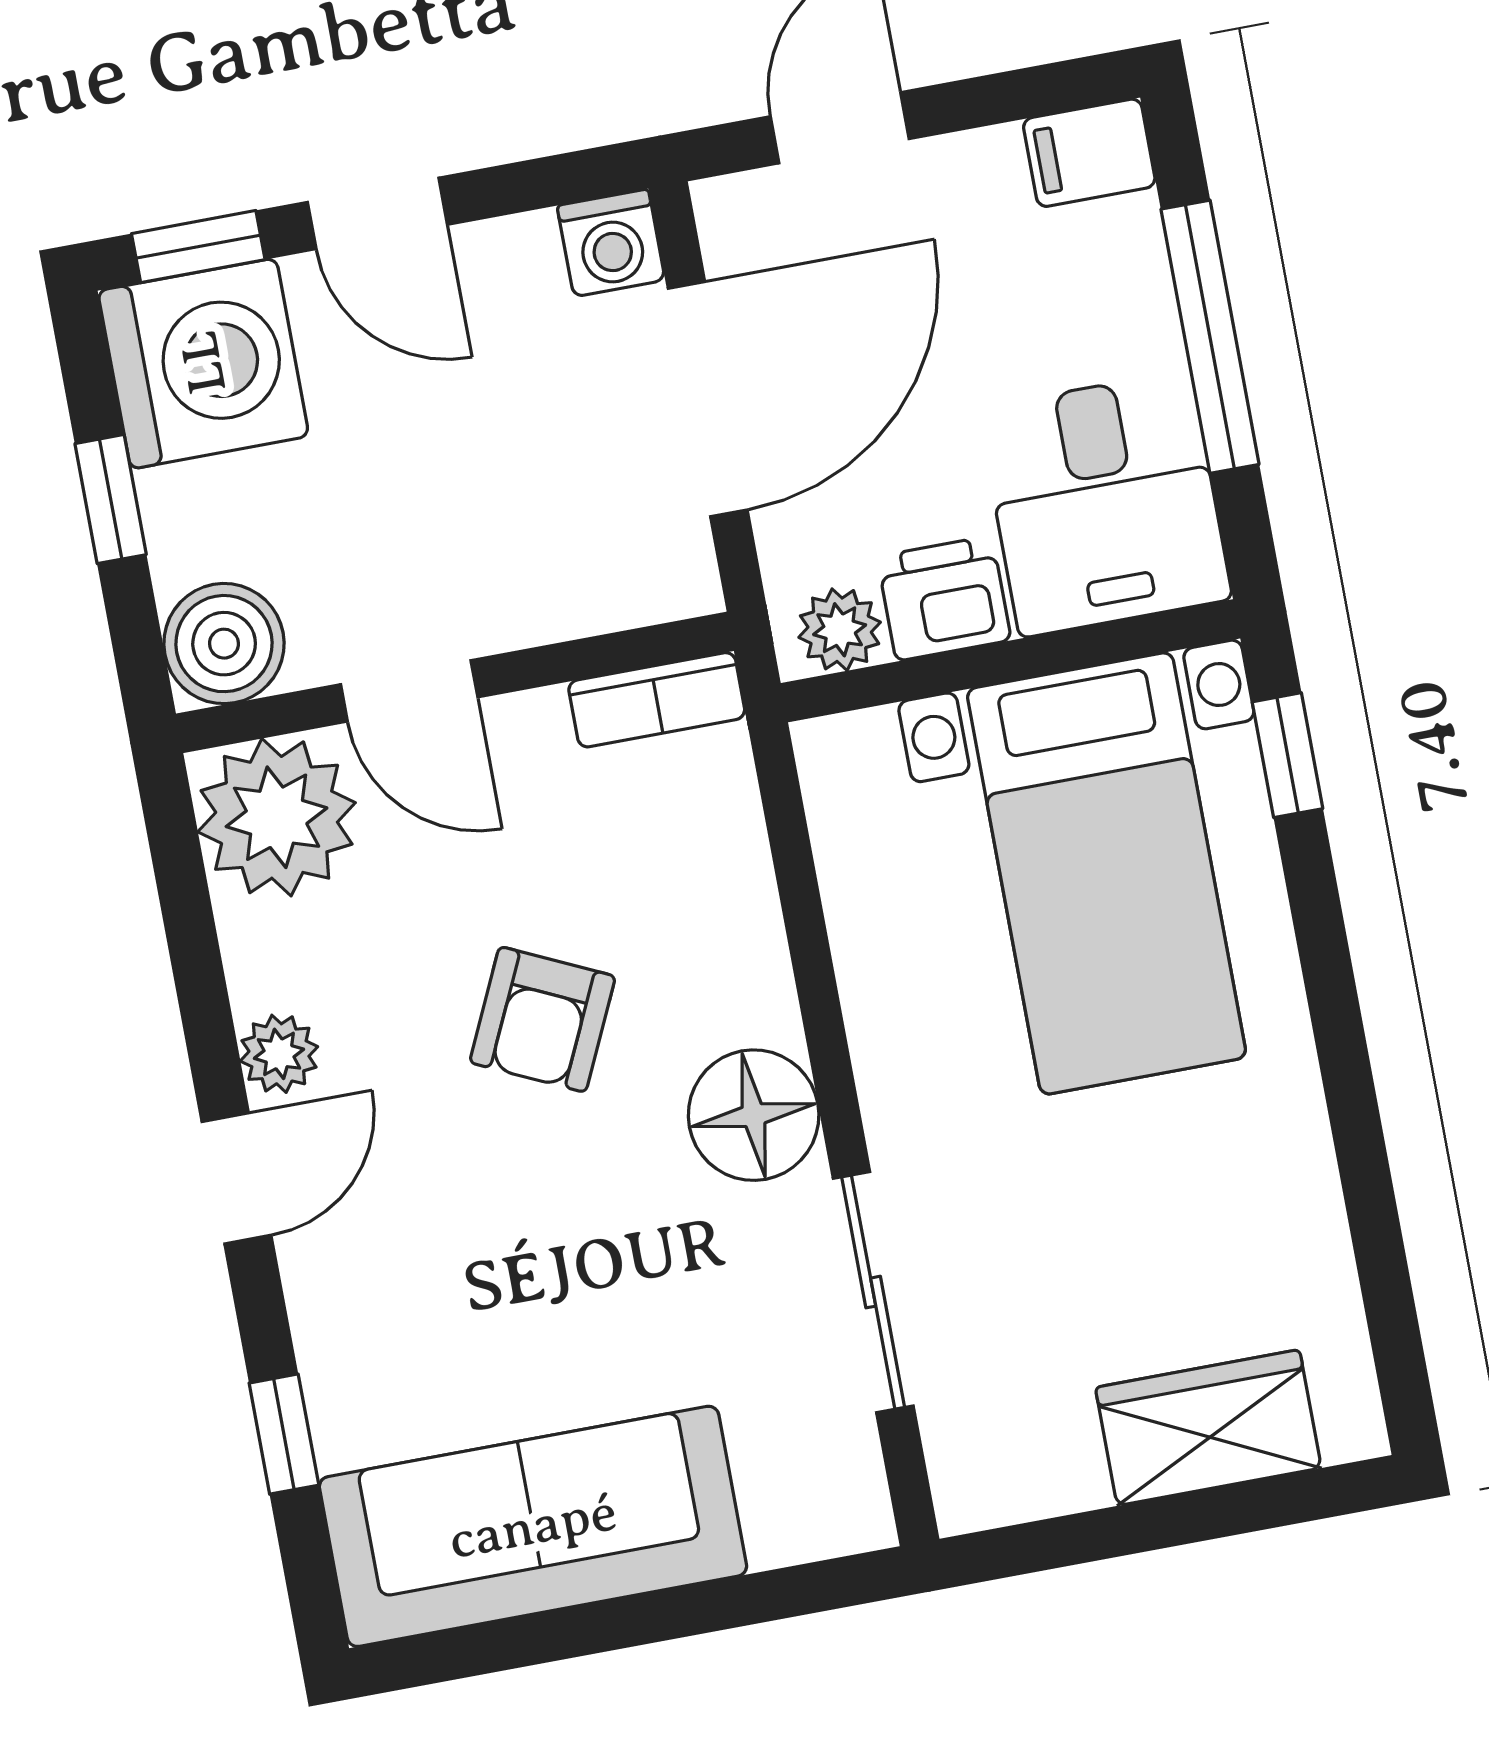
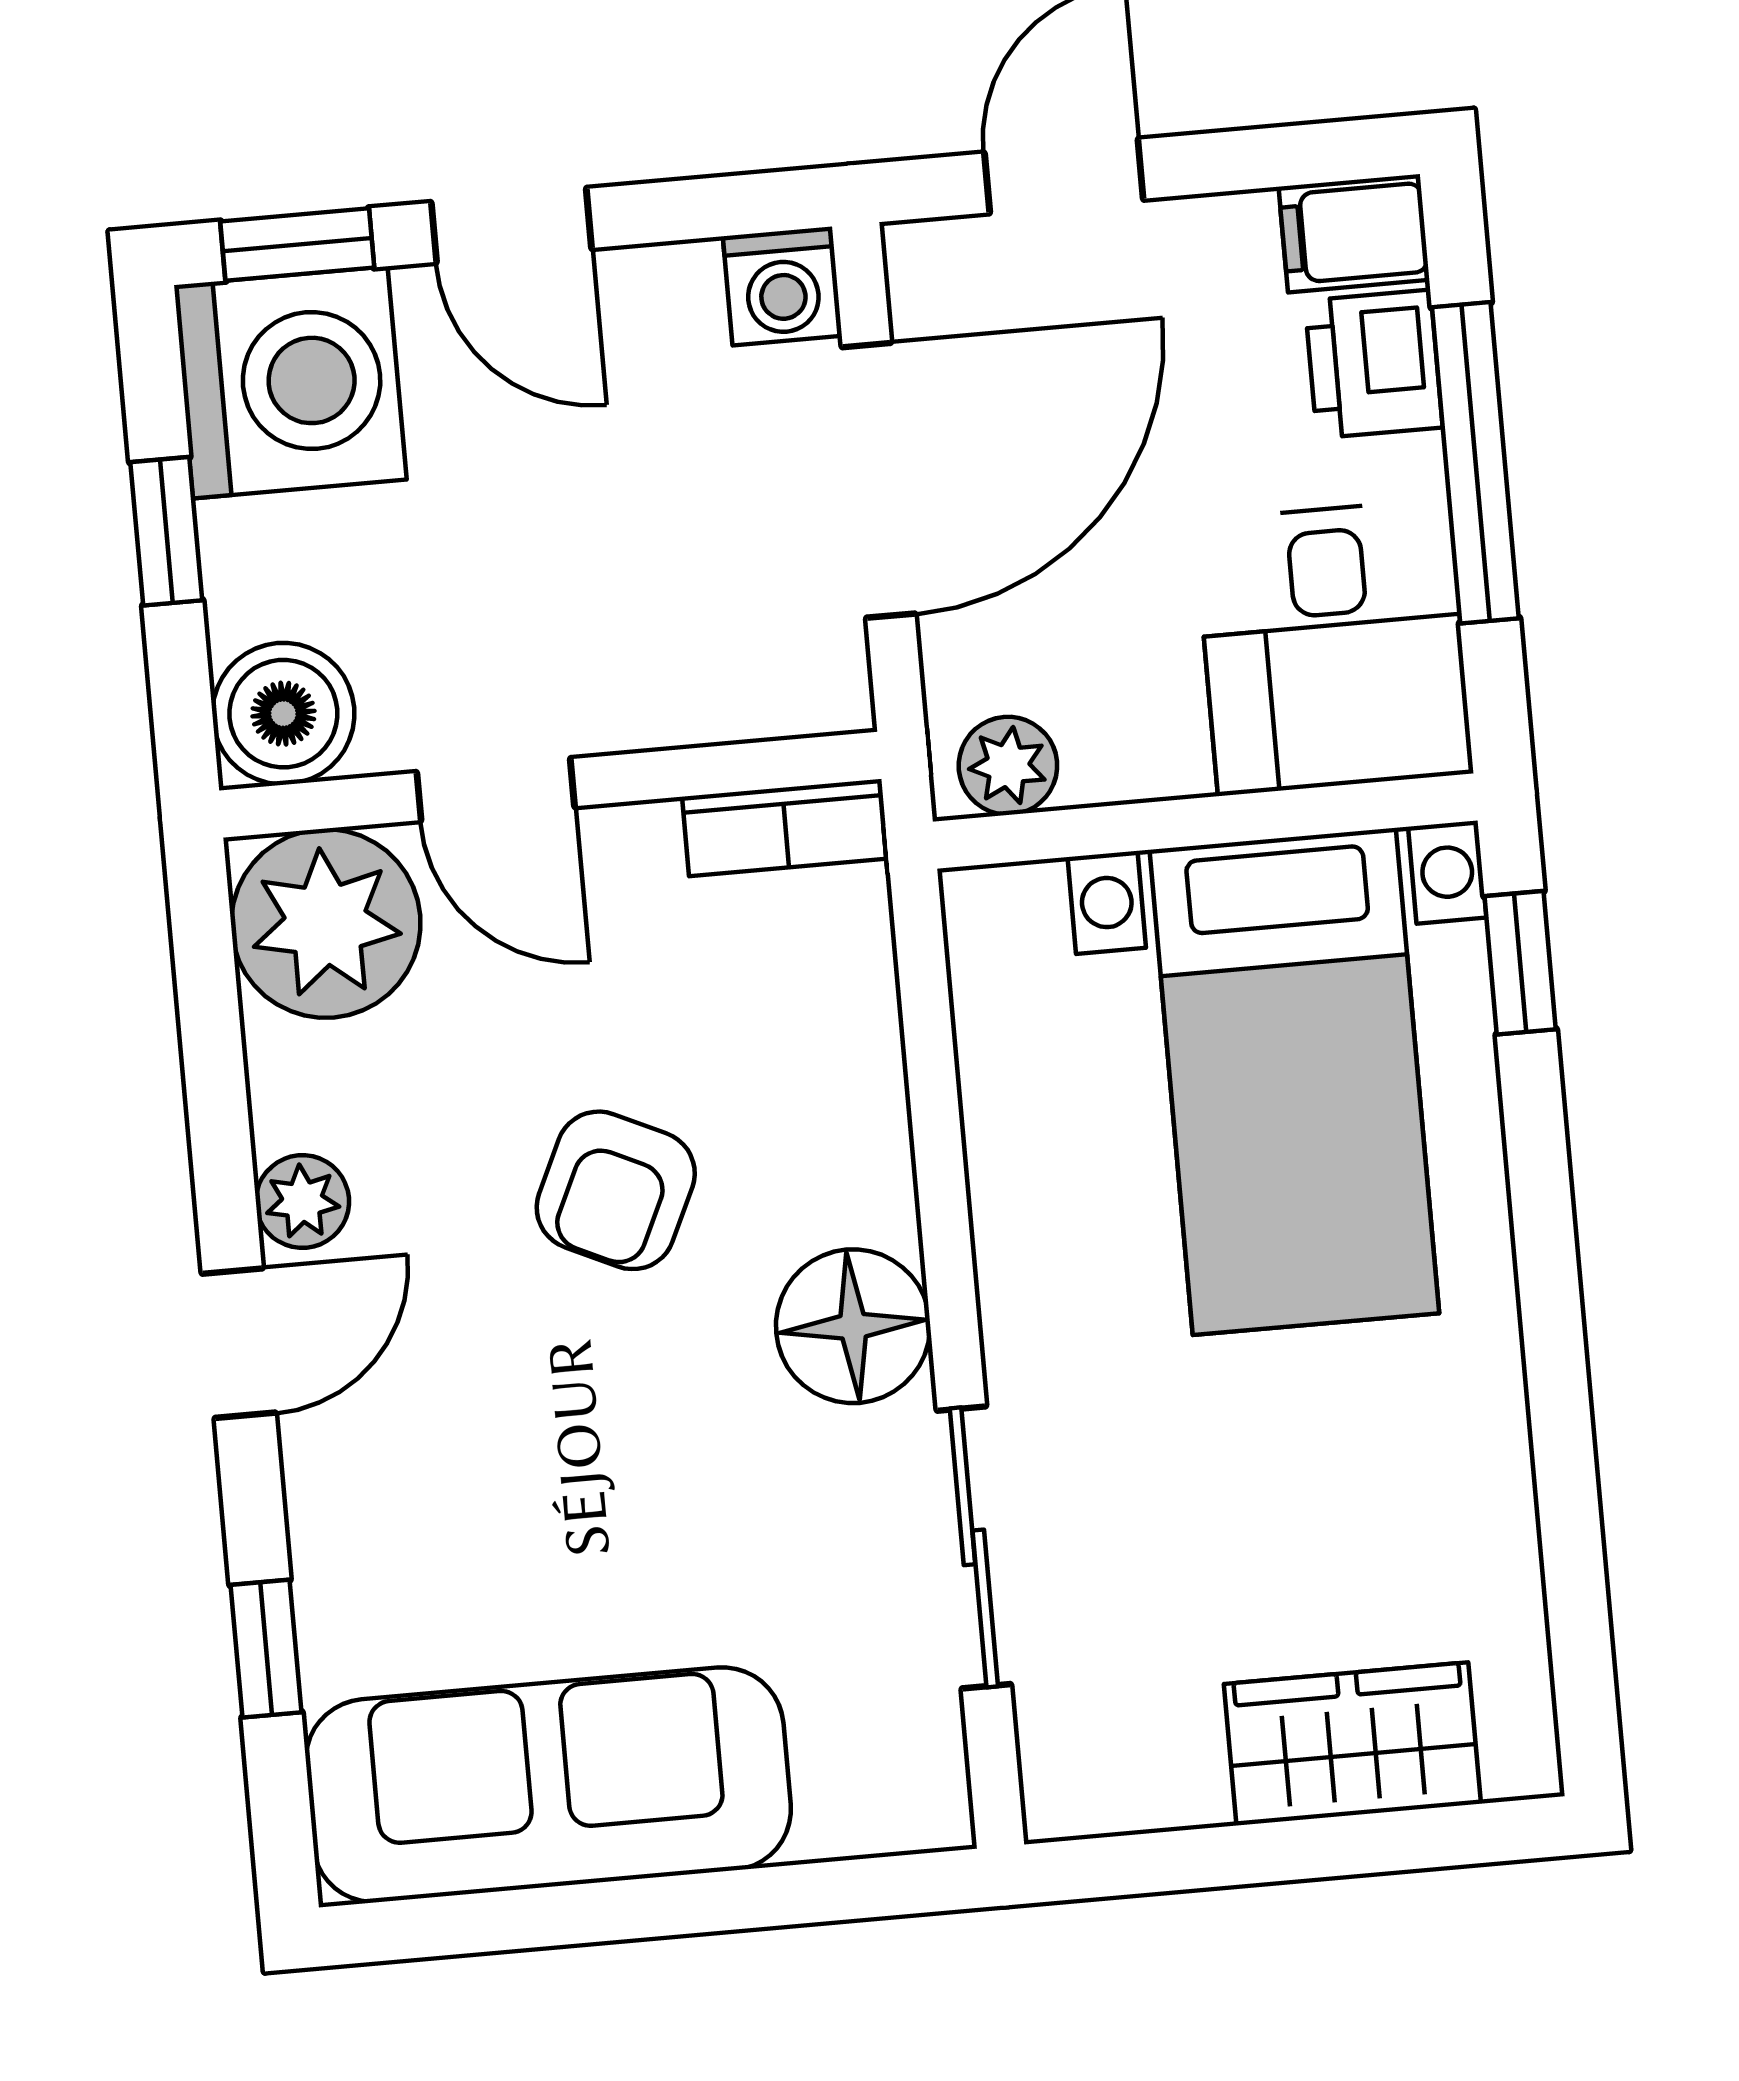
printer: (944, 598) -> (1374, 364), moved, turned -90

